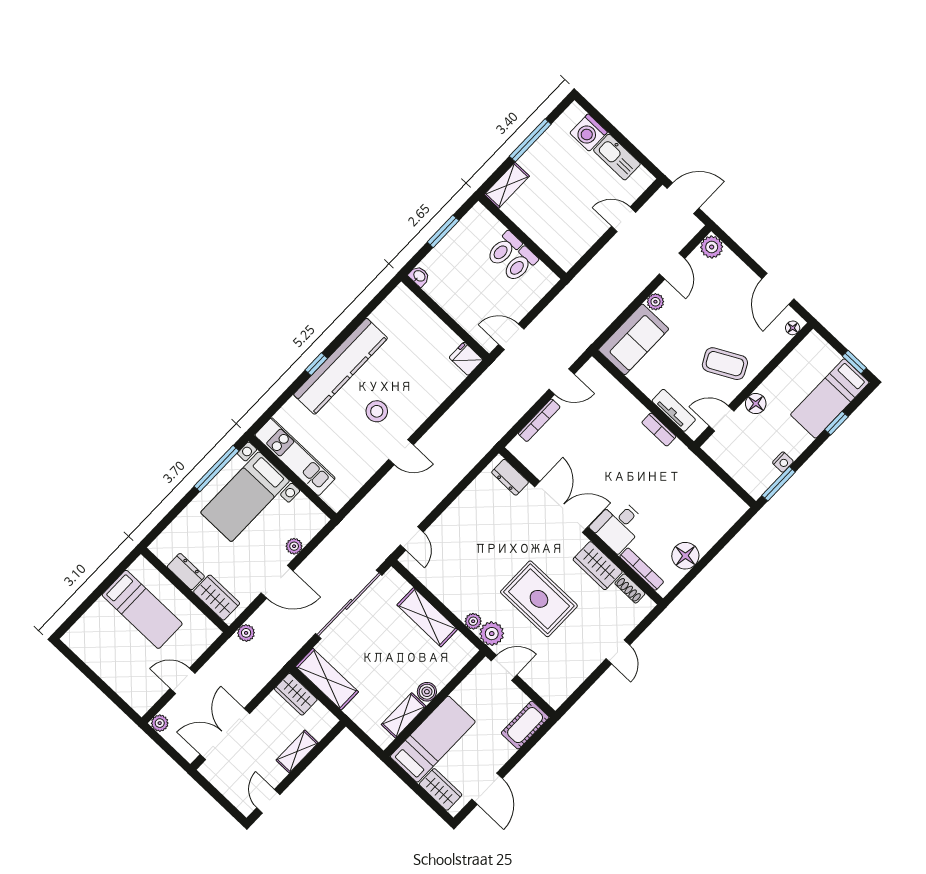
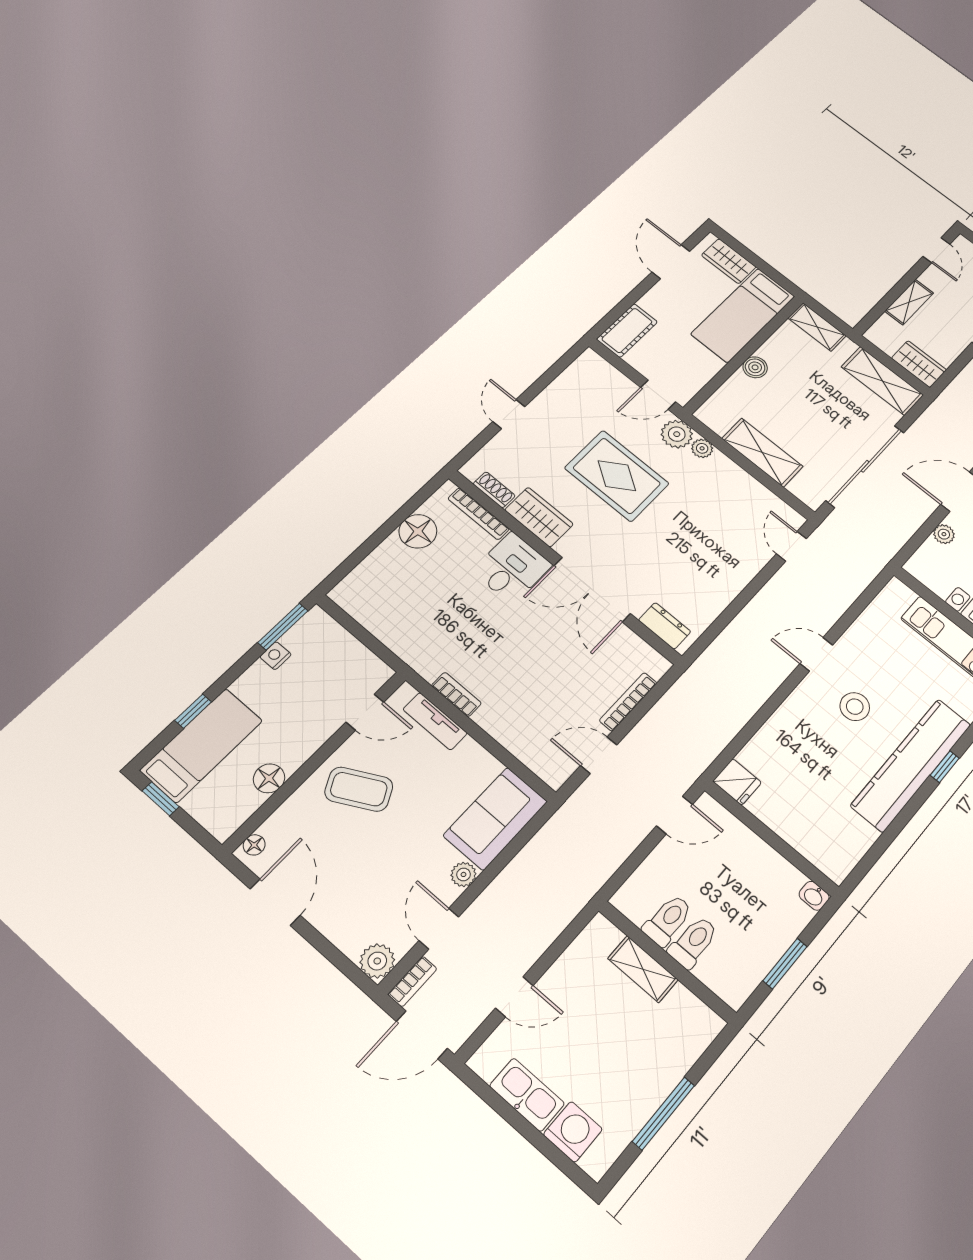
shelving: (507, 185) -> (643, 969), moved, turned 90
bookcase: (689, 233) -> (412, 981), added
floor lamp: (756, 404) -> (269, 778), moved
shelving: (404, 715) -> (817, 327), moved, turned 90

